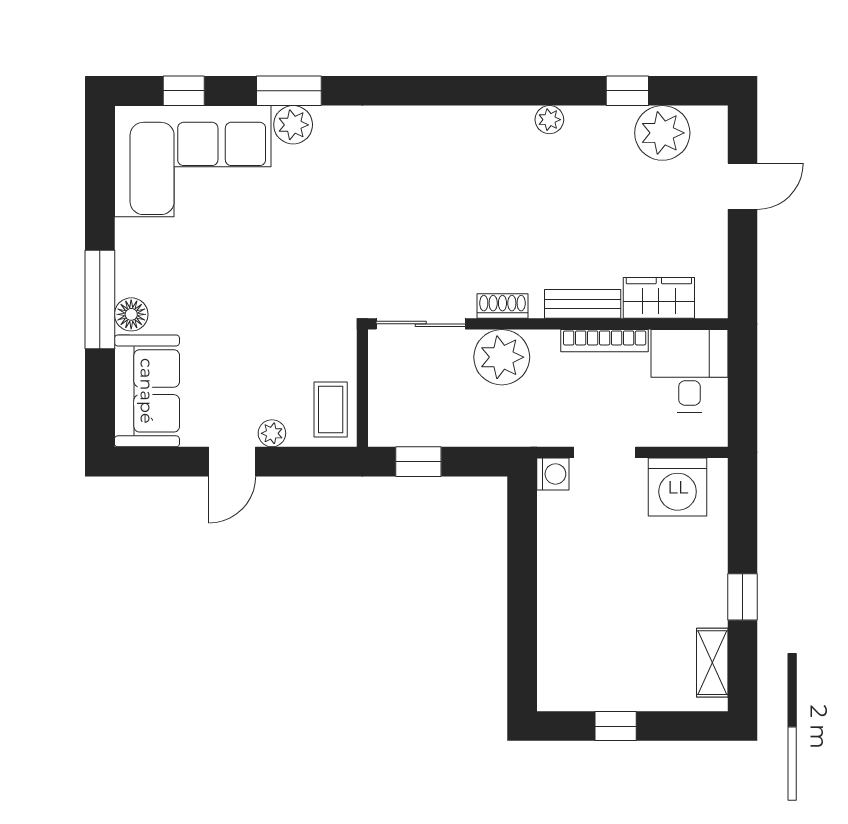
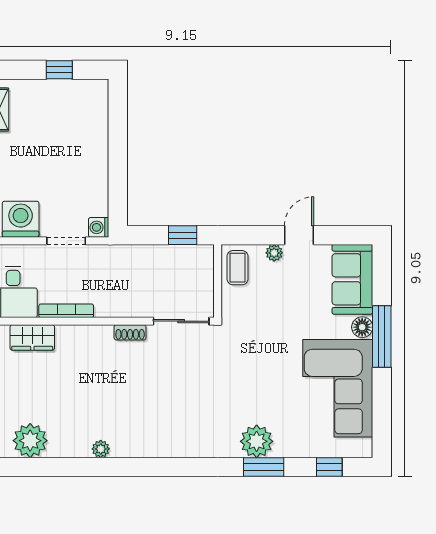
window: (627, 91) -> (52, 467), removed
plant: (293, 125) -> (257, 441), width x1.36, depth x1.36
corner sofa: (193, 161) -> (338, 388), moved, turned -90
bench: (583, 304) -> (80, 334), removed
plant: (502, 357) -> (131, 300), removed

